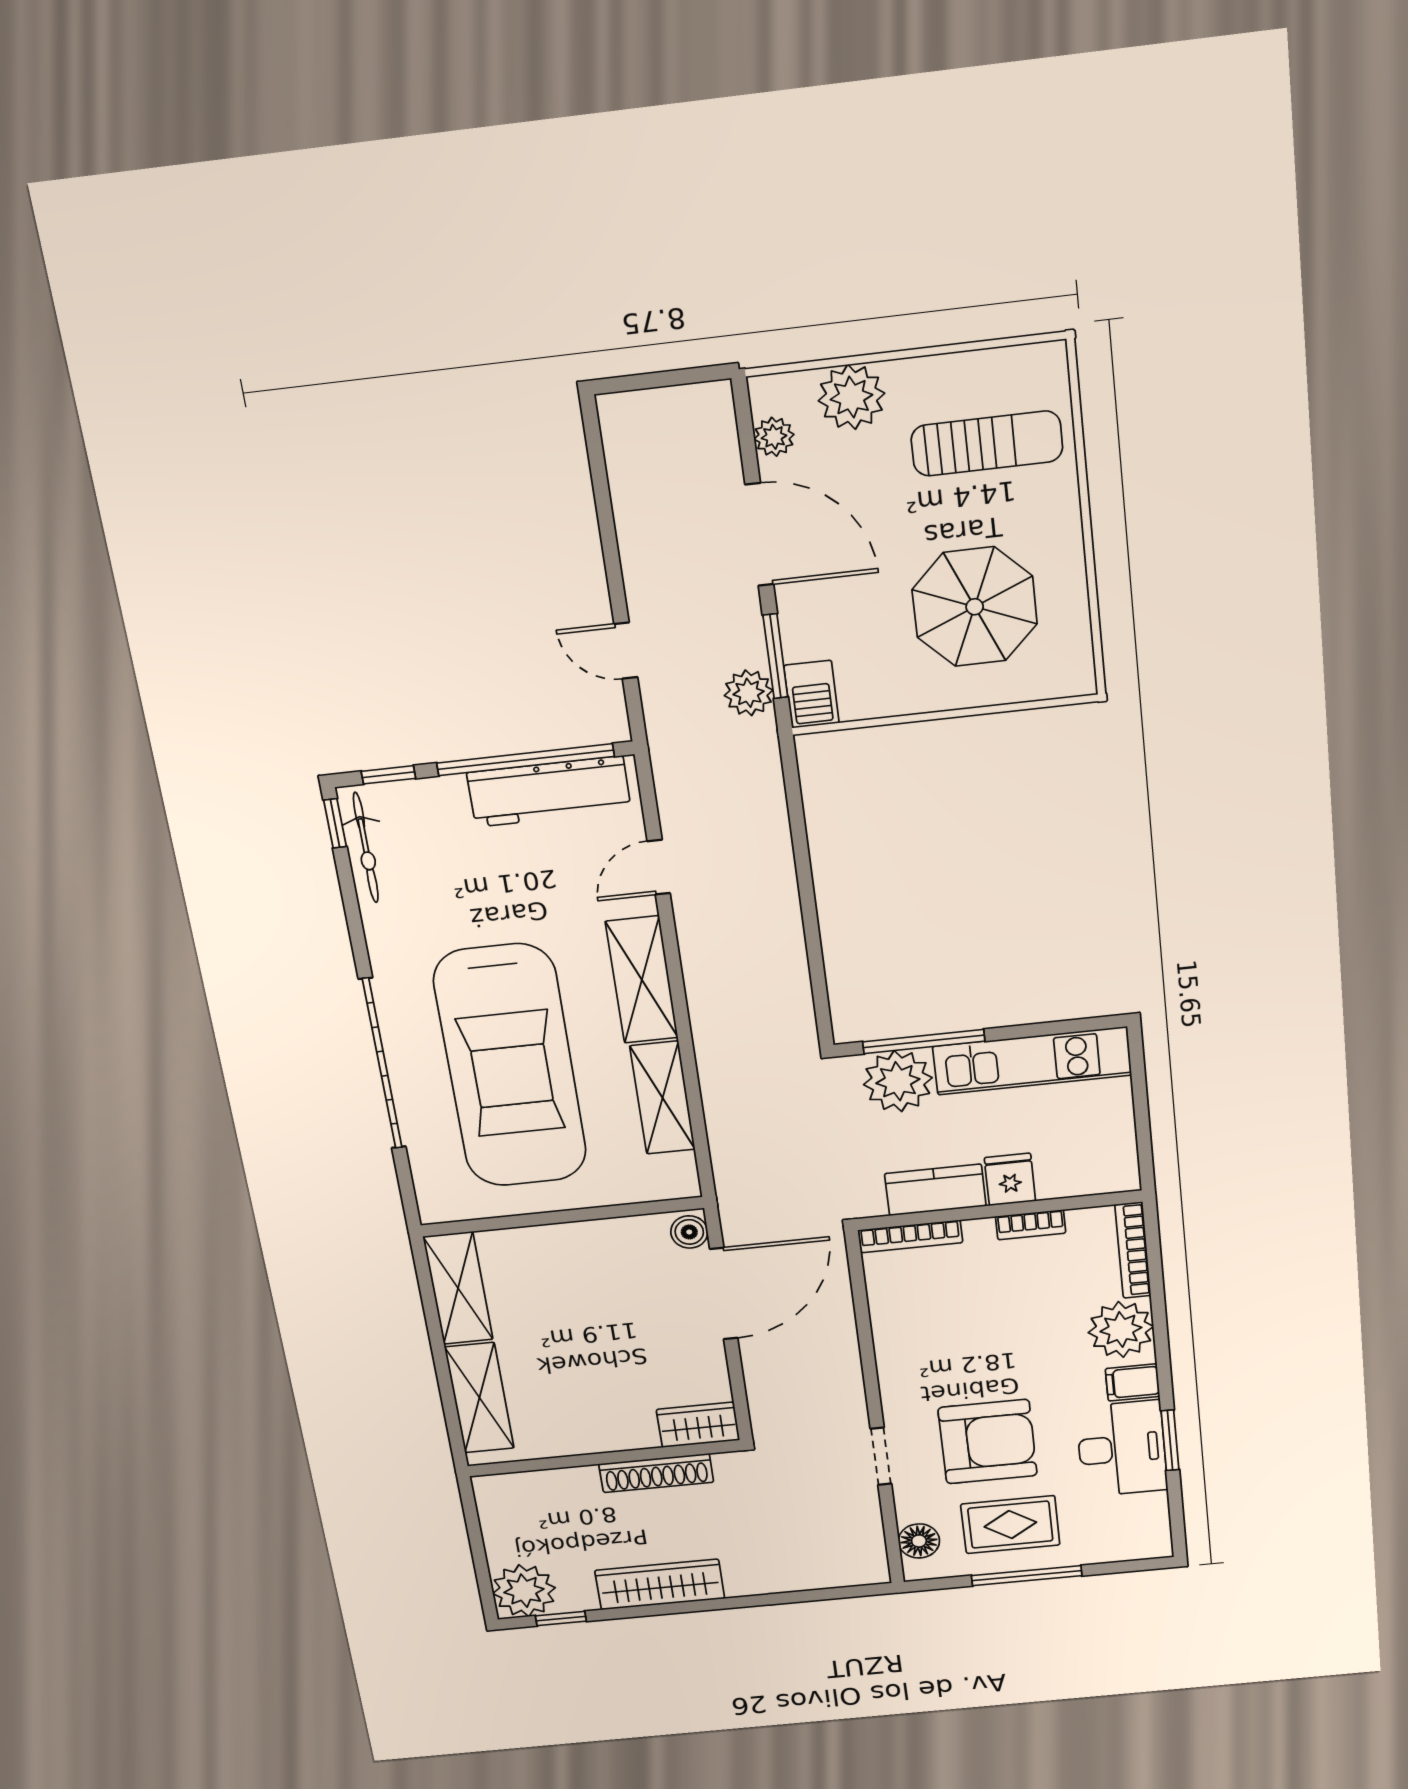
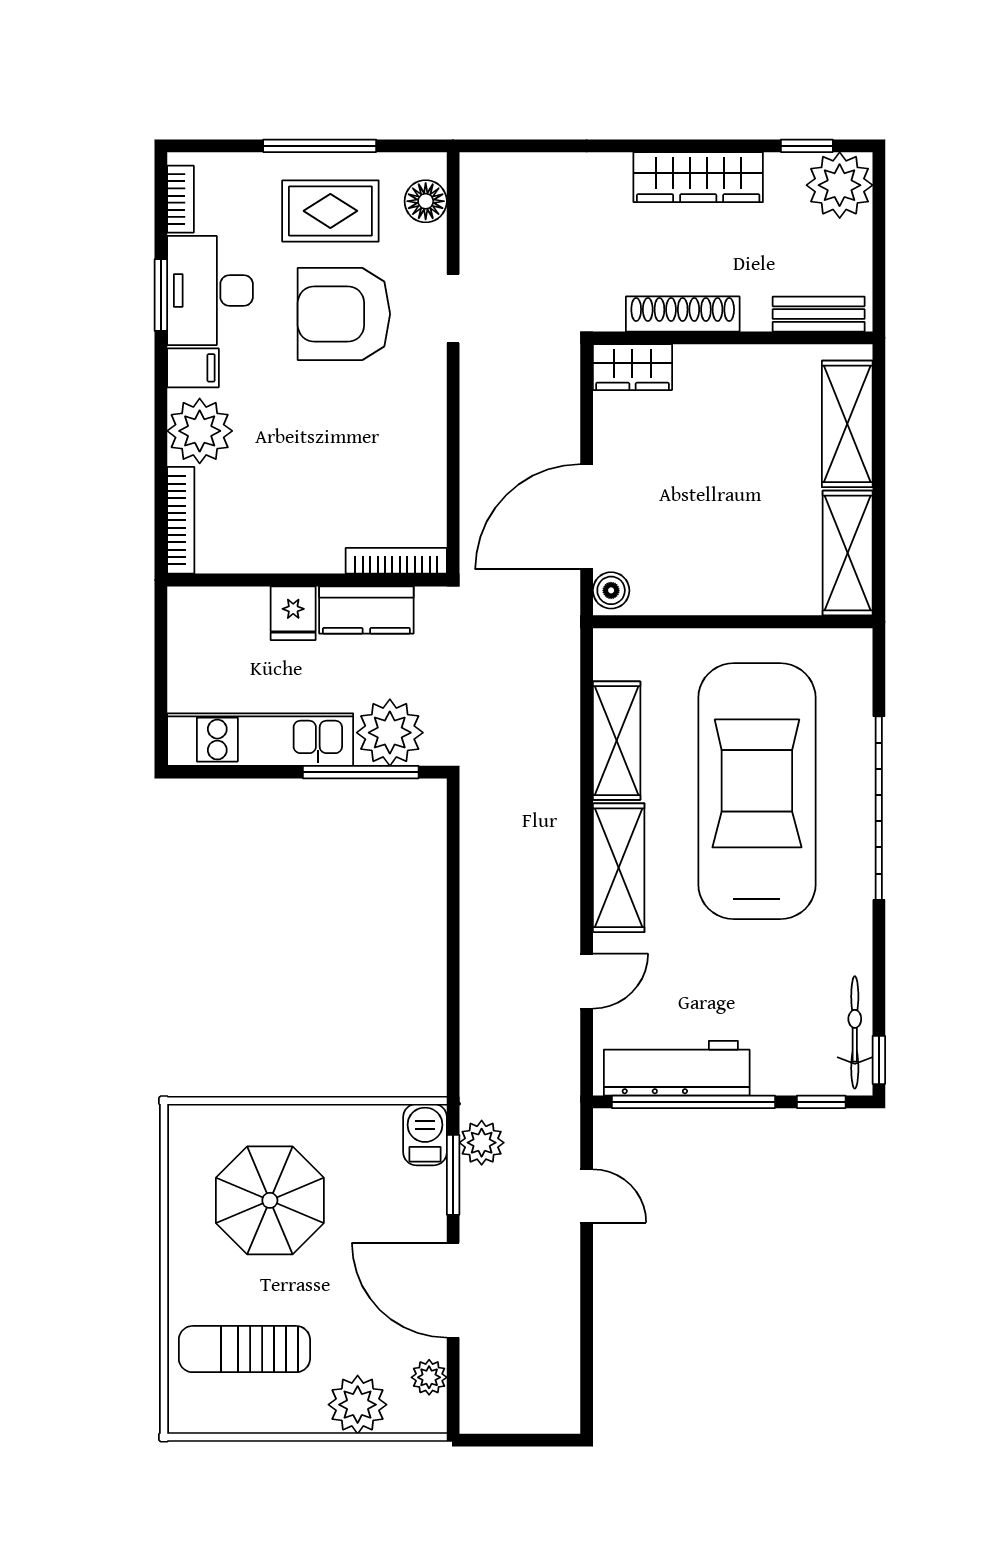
bookcase: (1031, 1225) -> (180, 199), moved, turned 90
bench: (524, 1486) -> (819, 314), added

